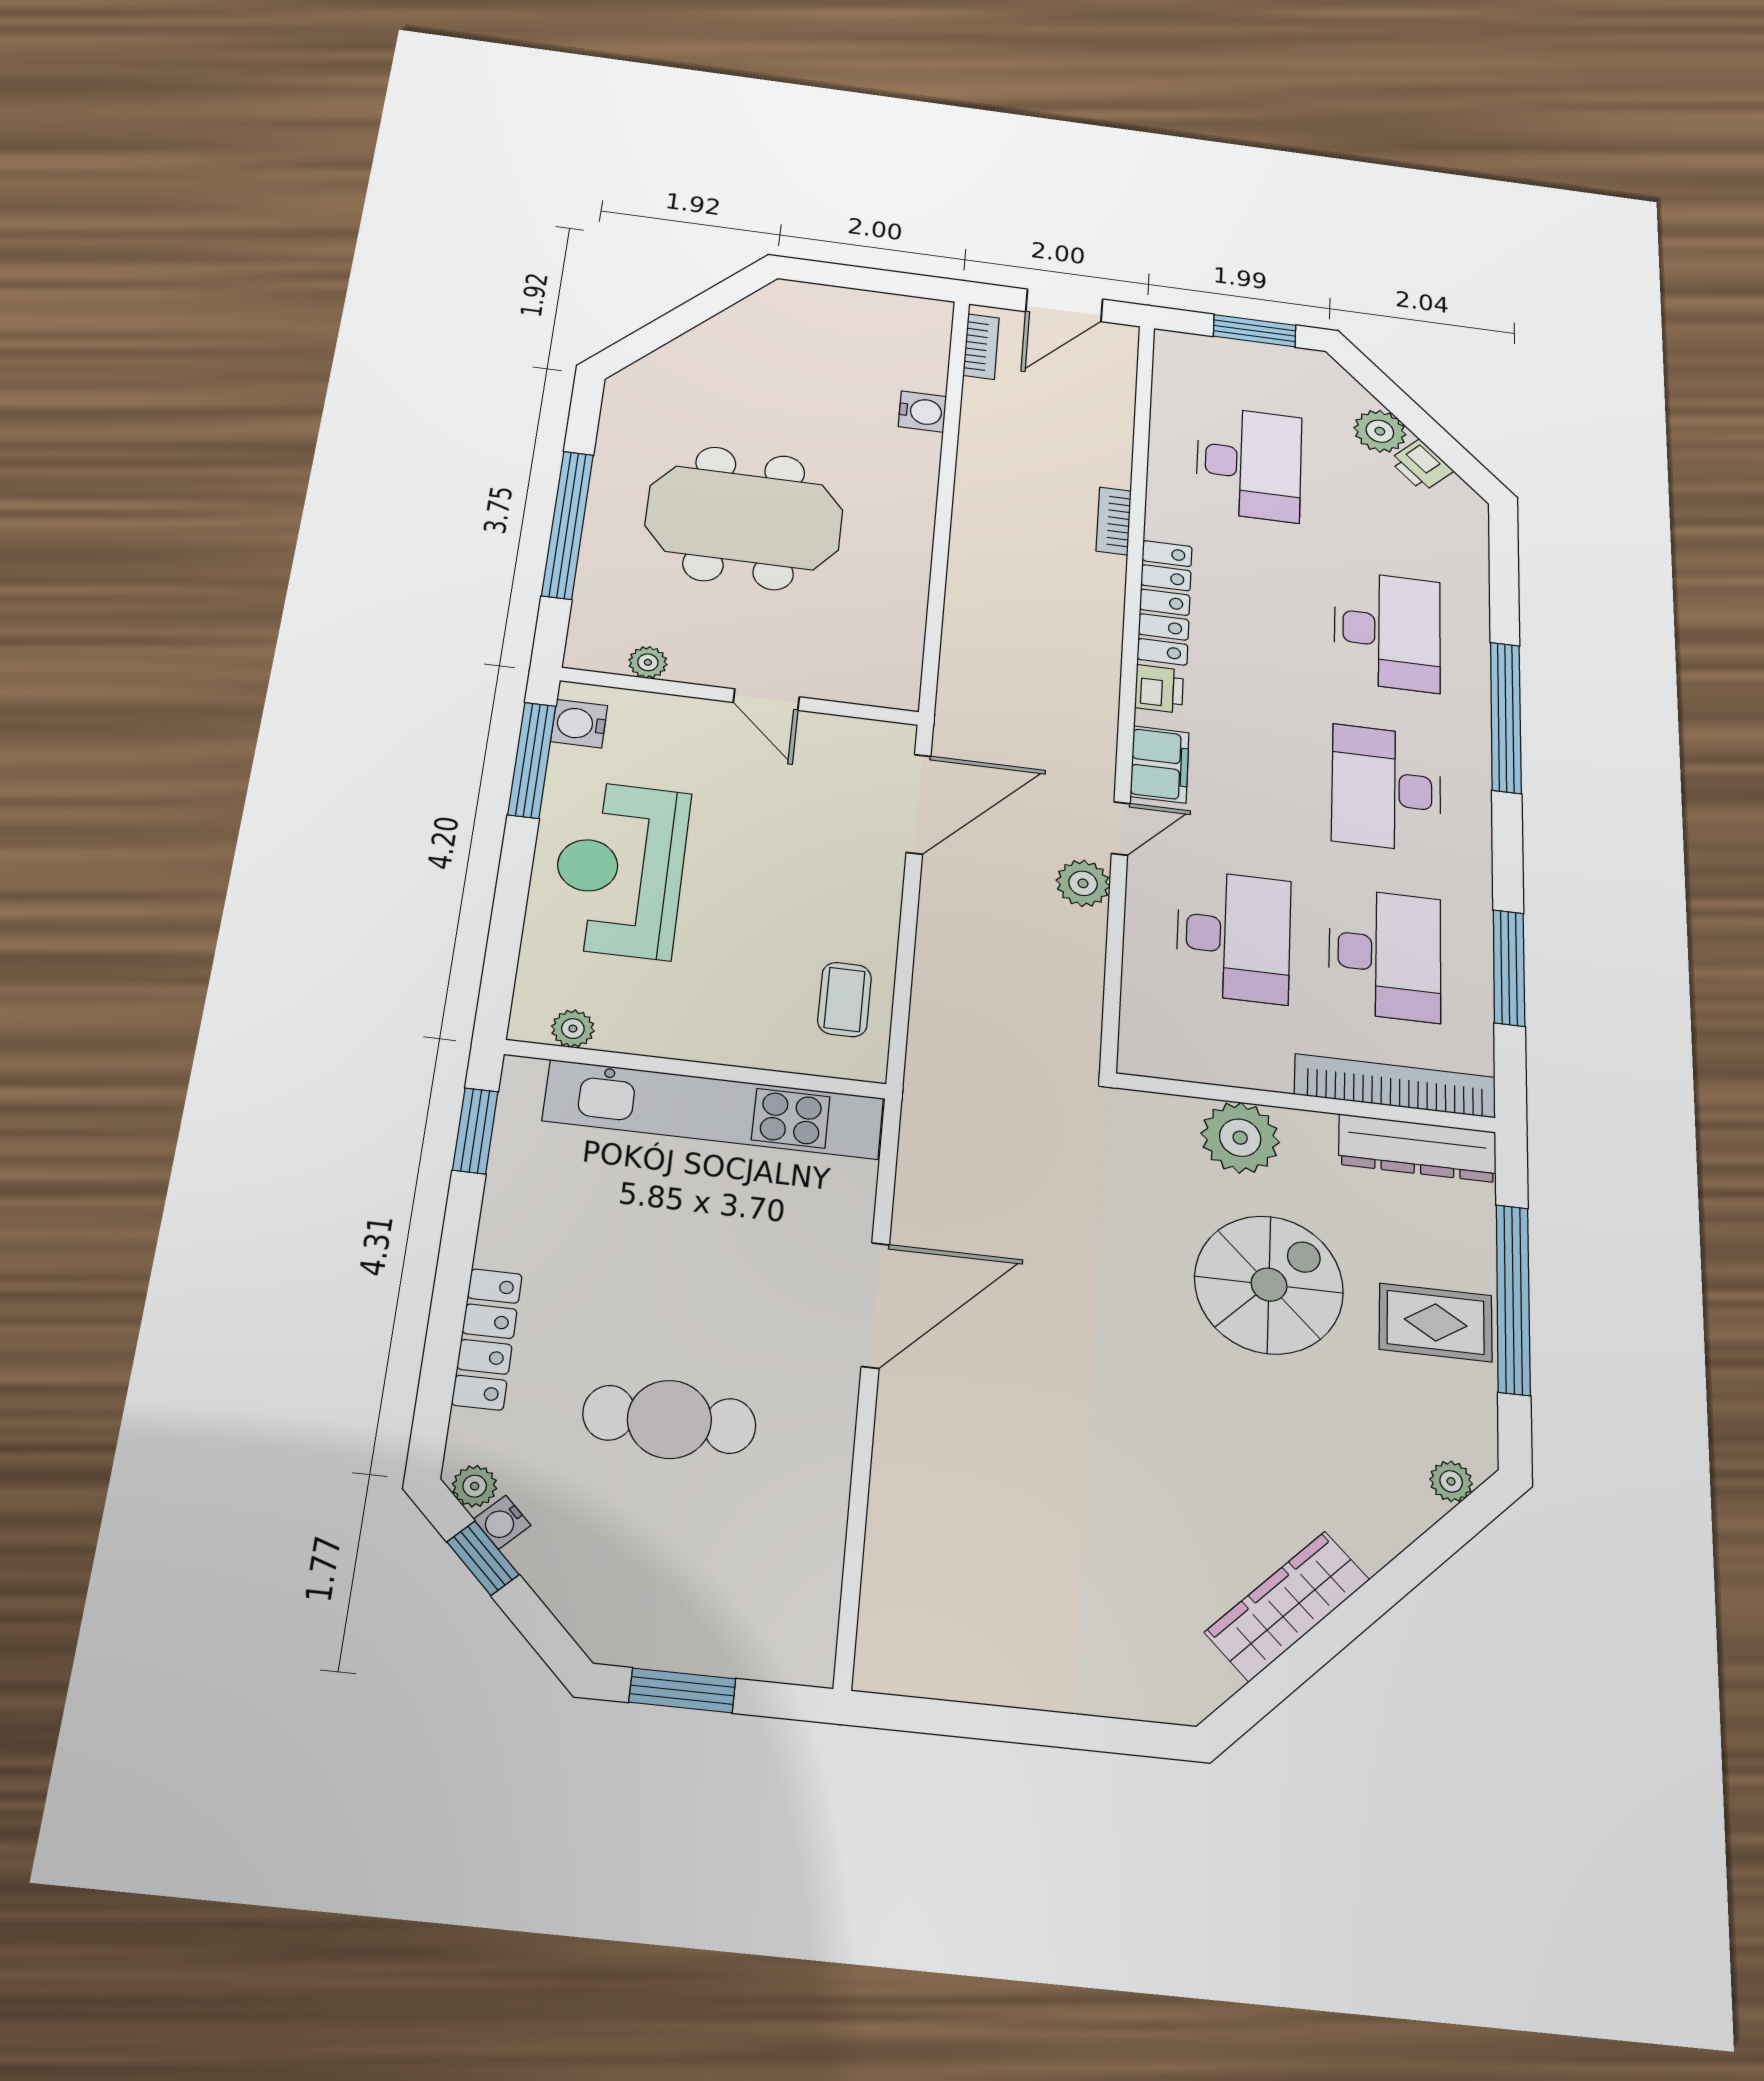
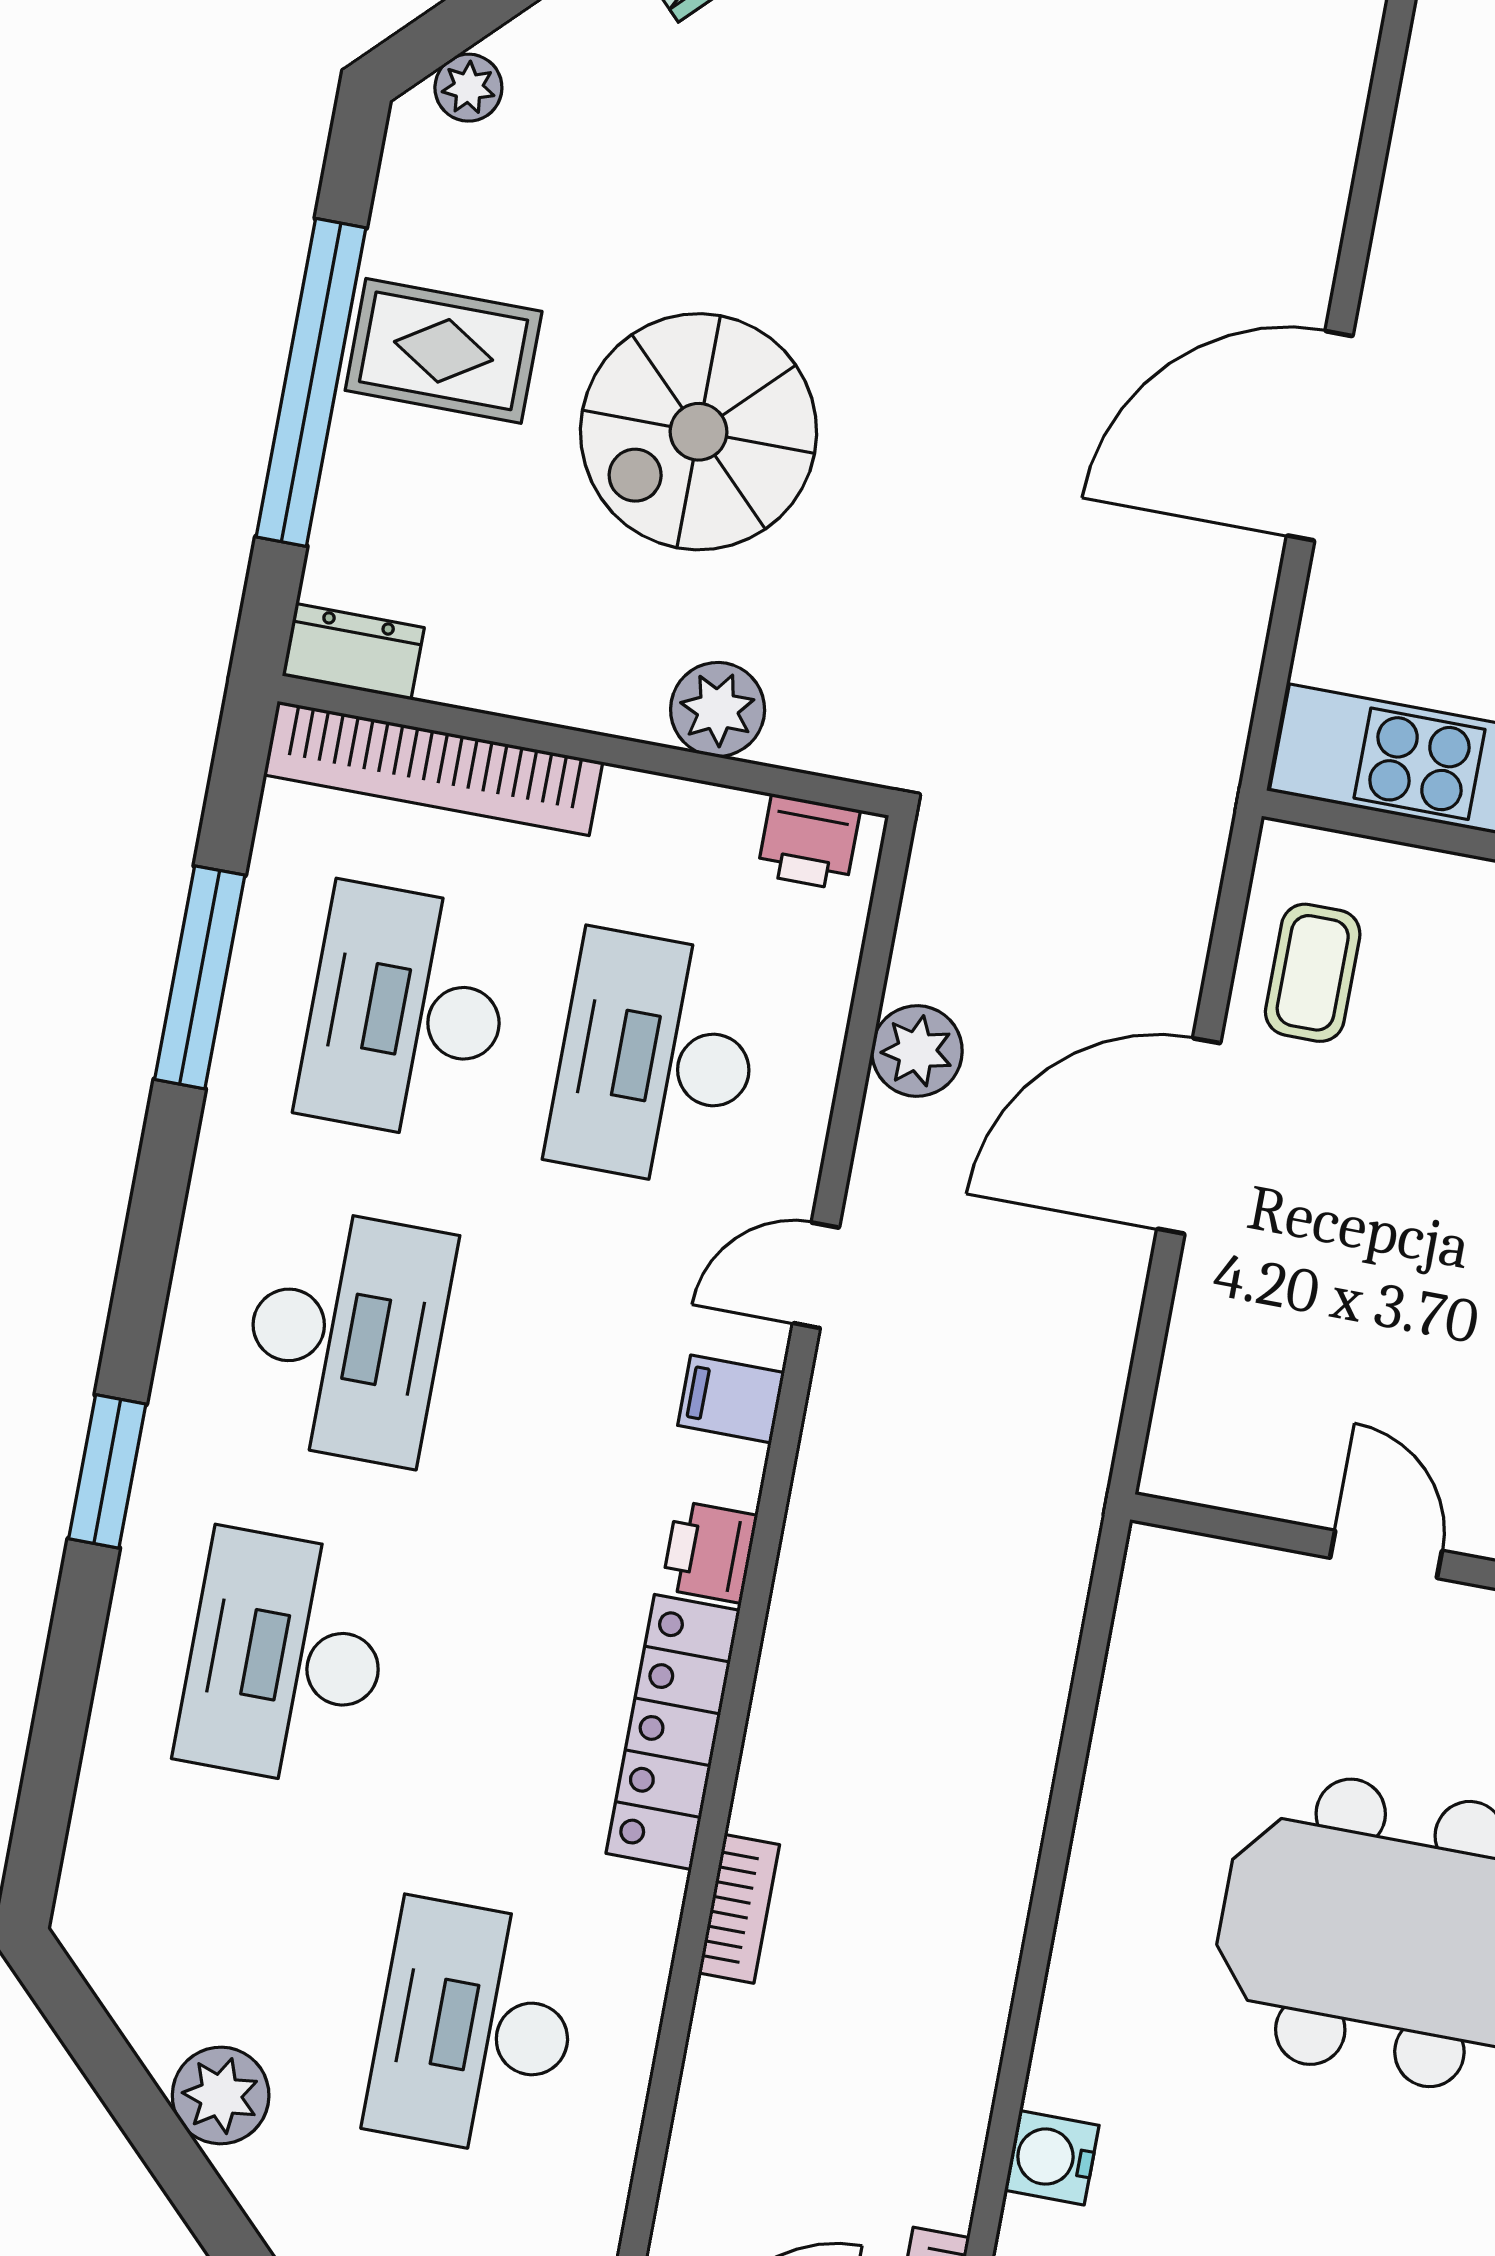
printer: (1421, 465) -> (809, 842), moved, turned 135
window: (1506, 717) -> (107, 1471), width x0.47
filing cabinet: (1160, 764) -> (731, 1399), width x0.50
door: (919, 804) -> (1189, 1136), moved
plant: (1083, 883) -> (917, 1051), moved
plant: (1240, 1138) -> (718, 709), width x0.73, depth x0.73
dresser: (1417, 1148) -> (353, 652), width x0.51, depth x0.80

